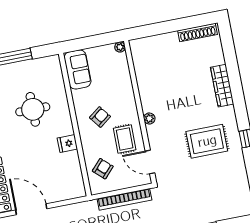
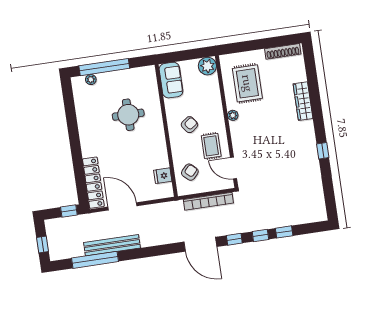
plant: (120, 47) -> (207, 66), width x1.88, depth x1.88
plant: (149, 118) -> (233, 115), moved
rug: (207, 141) -> (247, 83), moved, turned 90
fridge: (67, 144) -> (163, 176), moved

